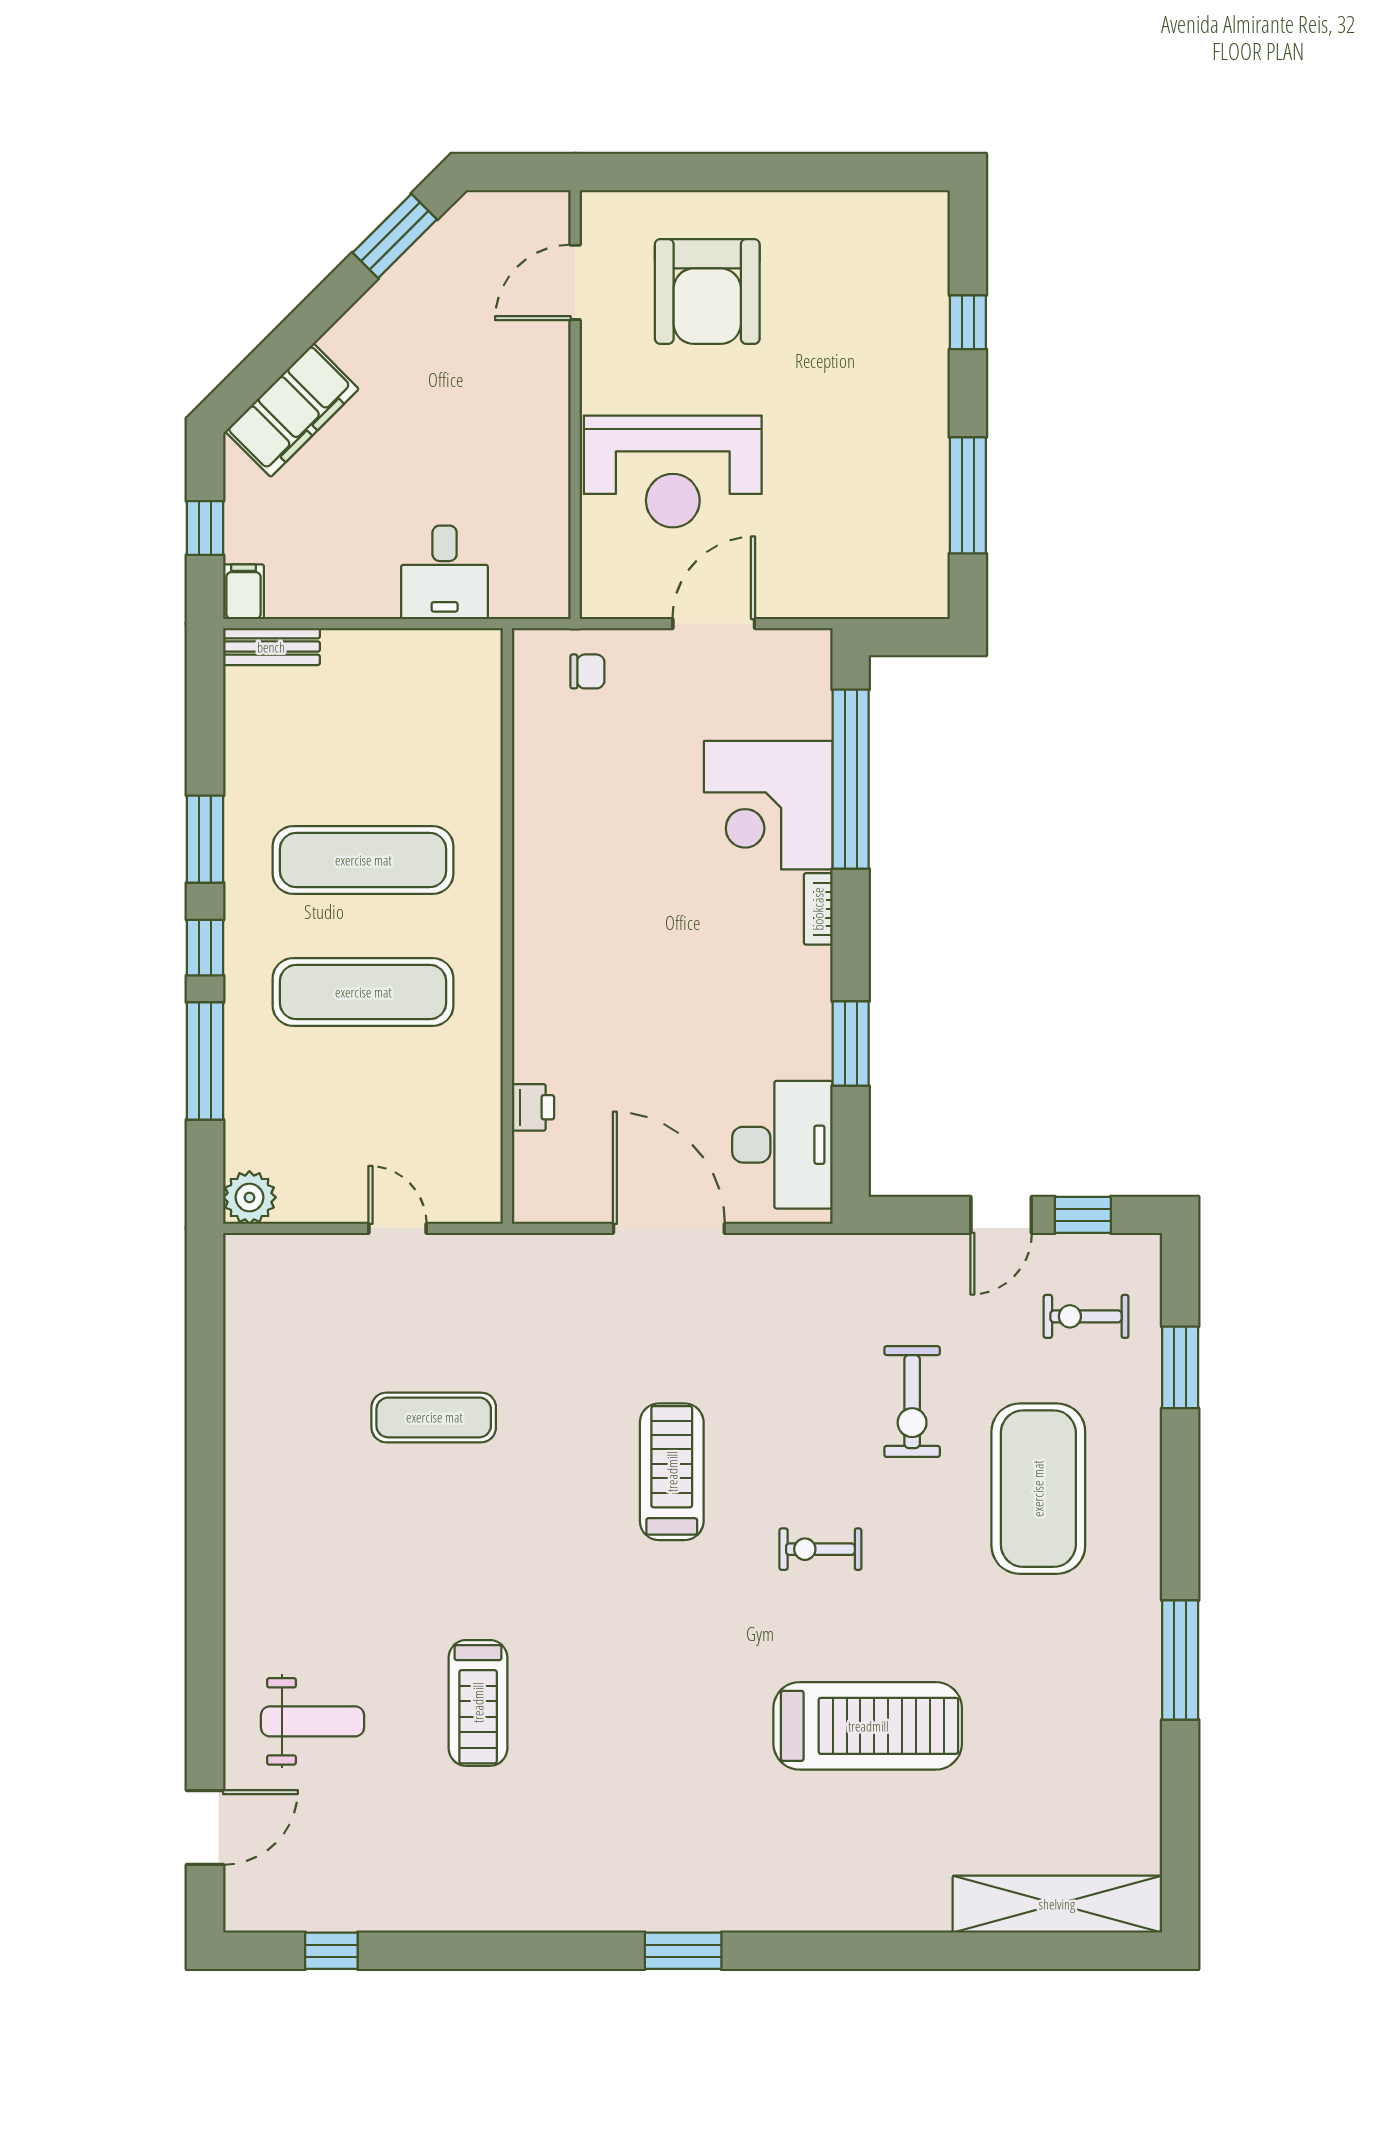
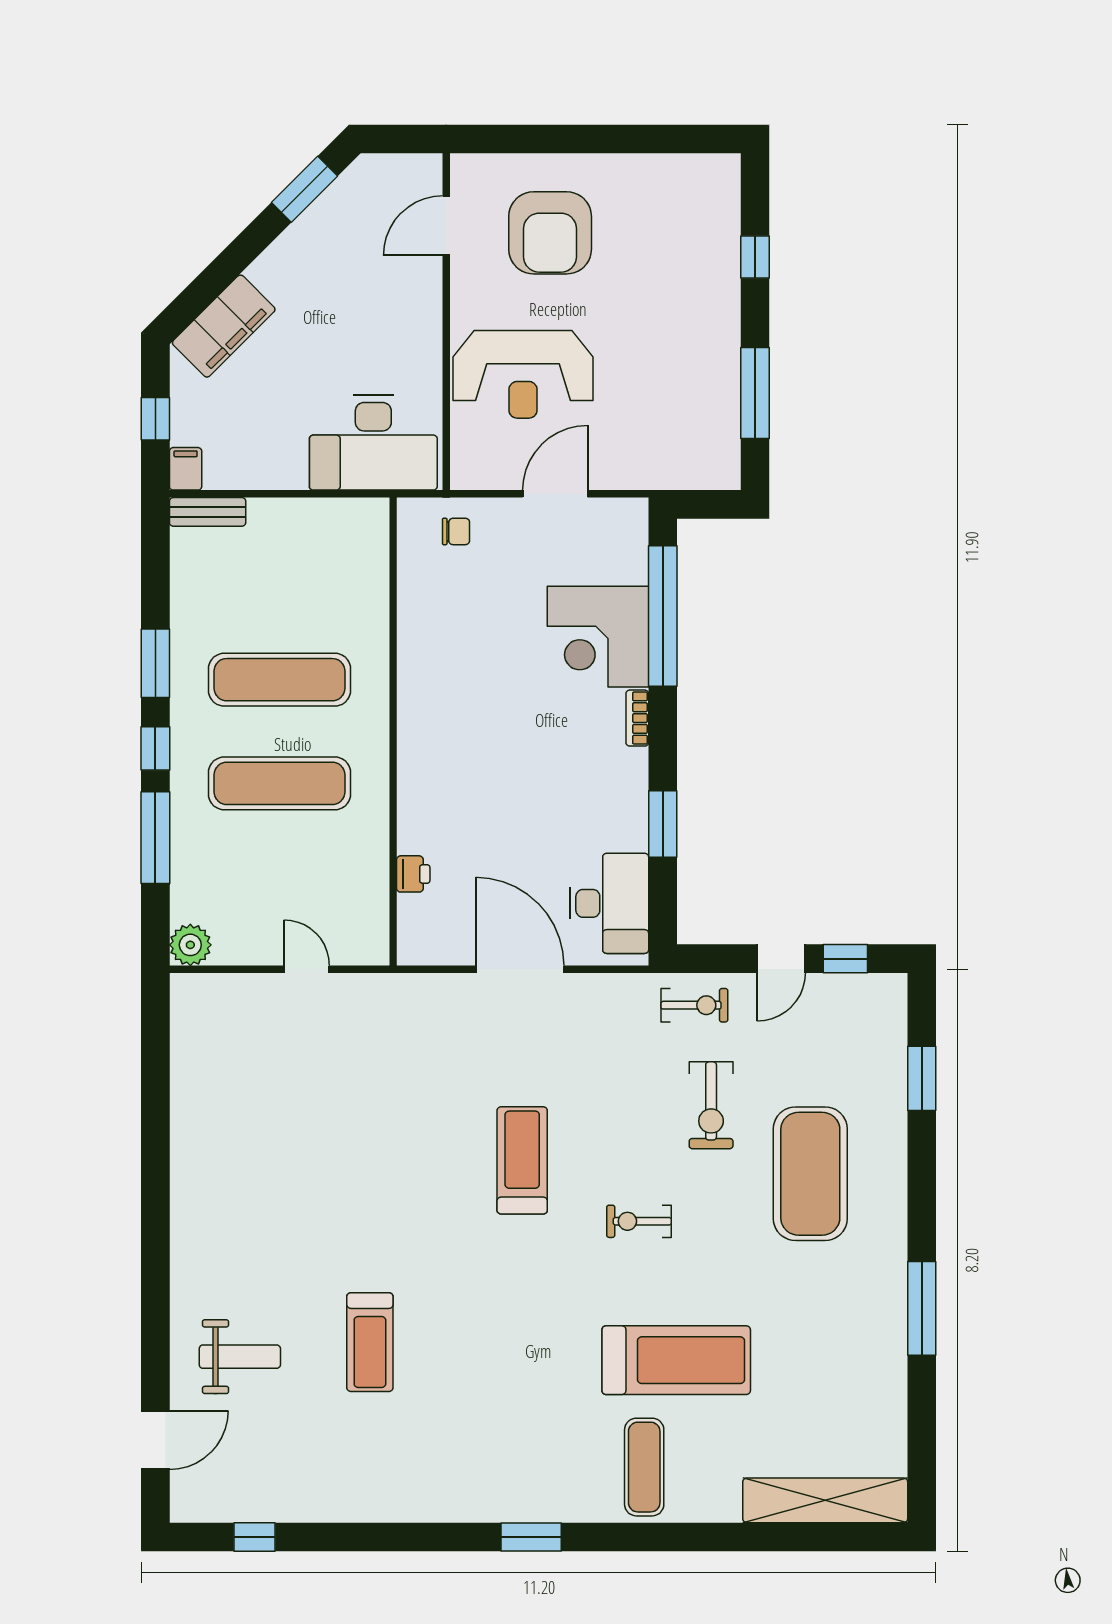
desk: (445, 572) -> (373, 442), width x1.87, depth x1.30
exercise bike: (1086, 1316) -> (694, 1005), moved, turned 180
exercise mat: (434, 1417) -> (644, 1467), moved, turned 90

